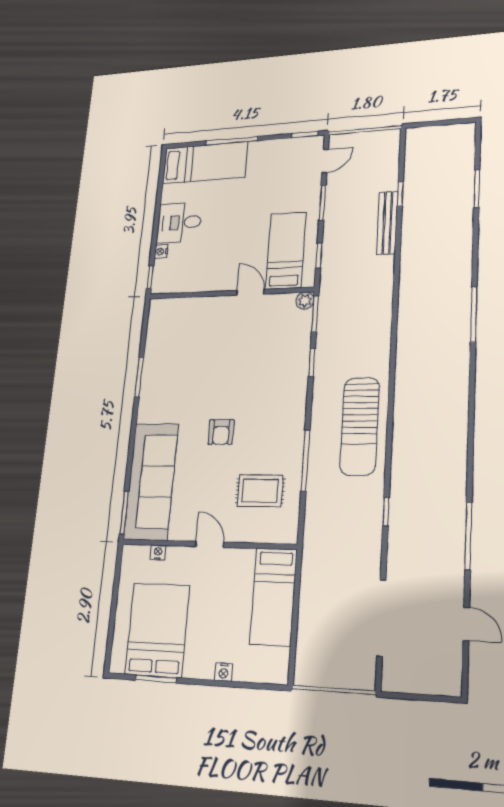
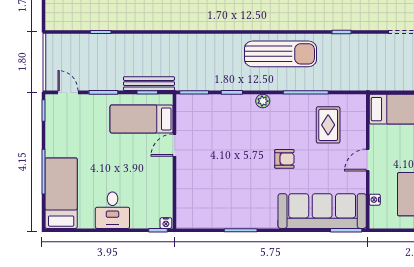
bench: (387, 223) -> (149, 84), moved
nightstand: (161, 251) -> (166, 223), moved
plant: (305, 301) -> (263, 101), moved

